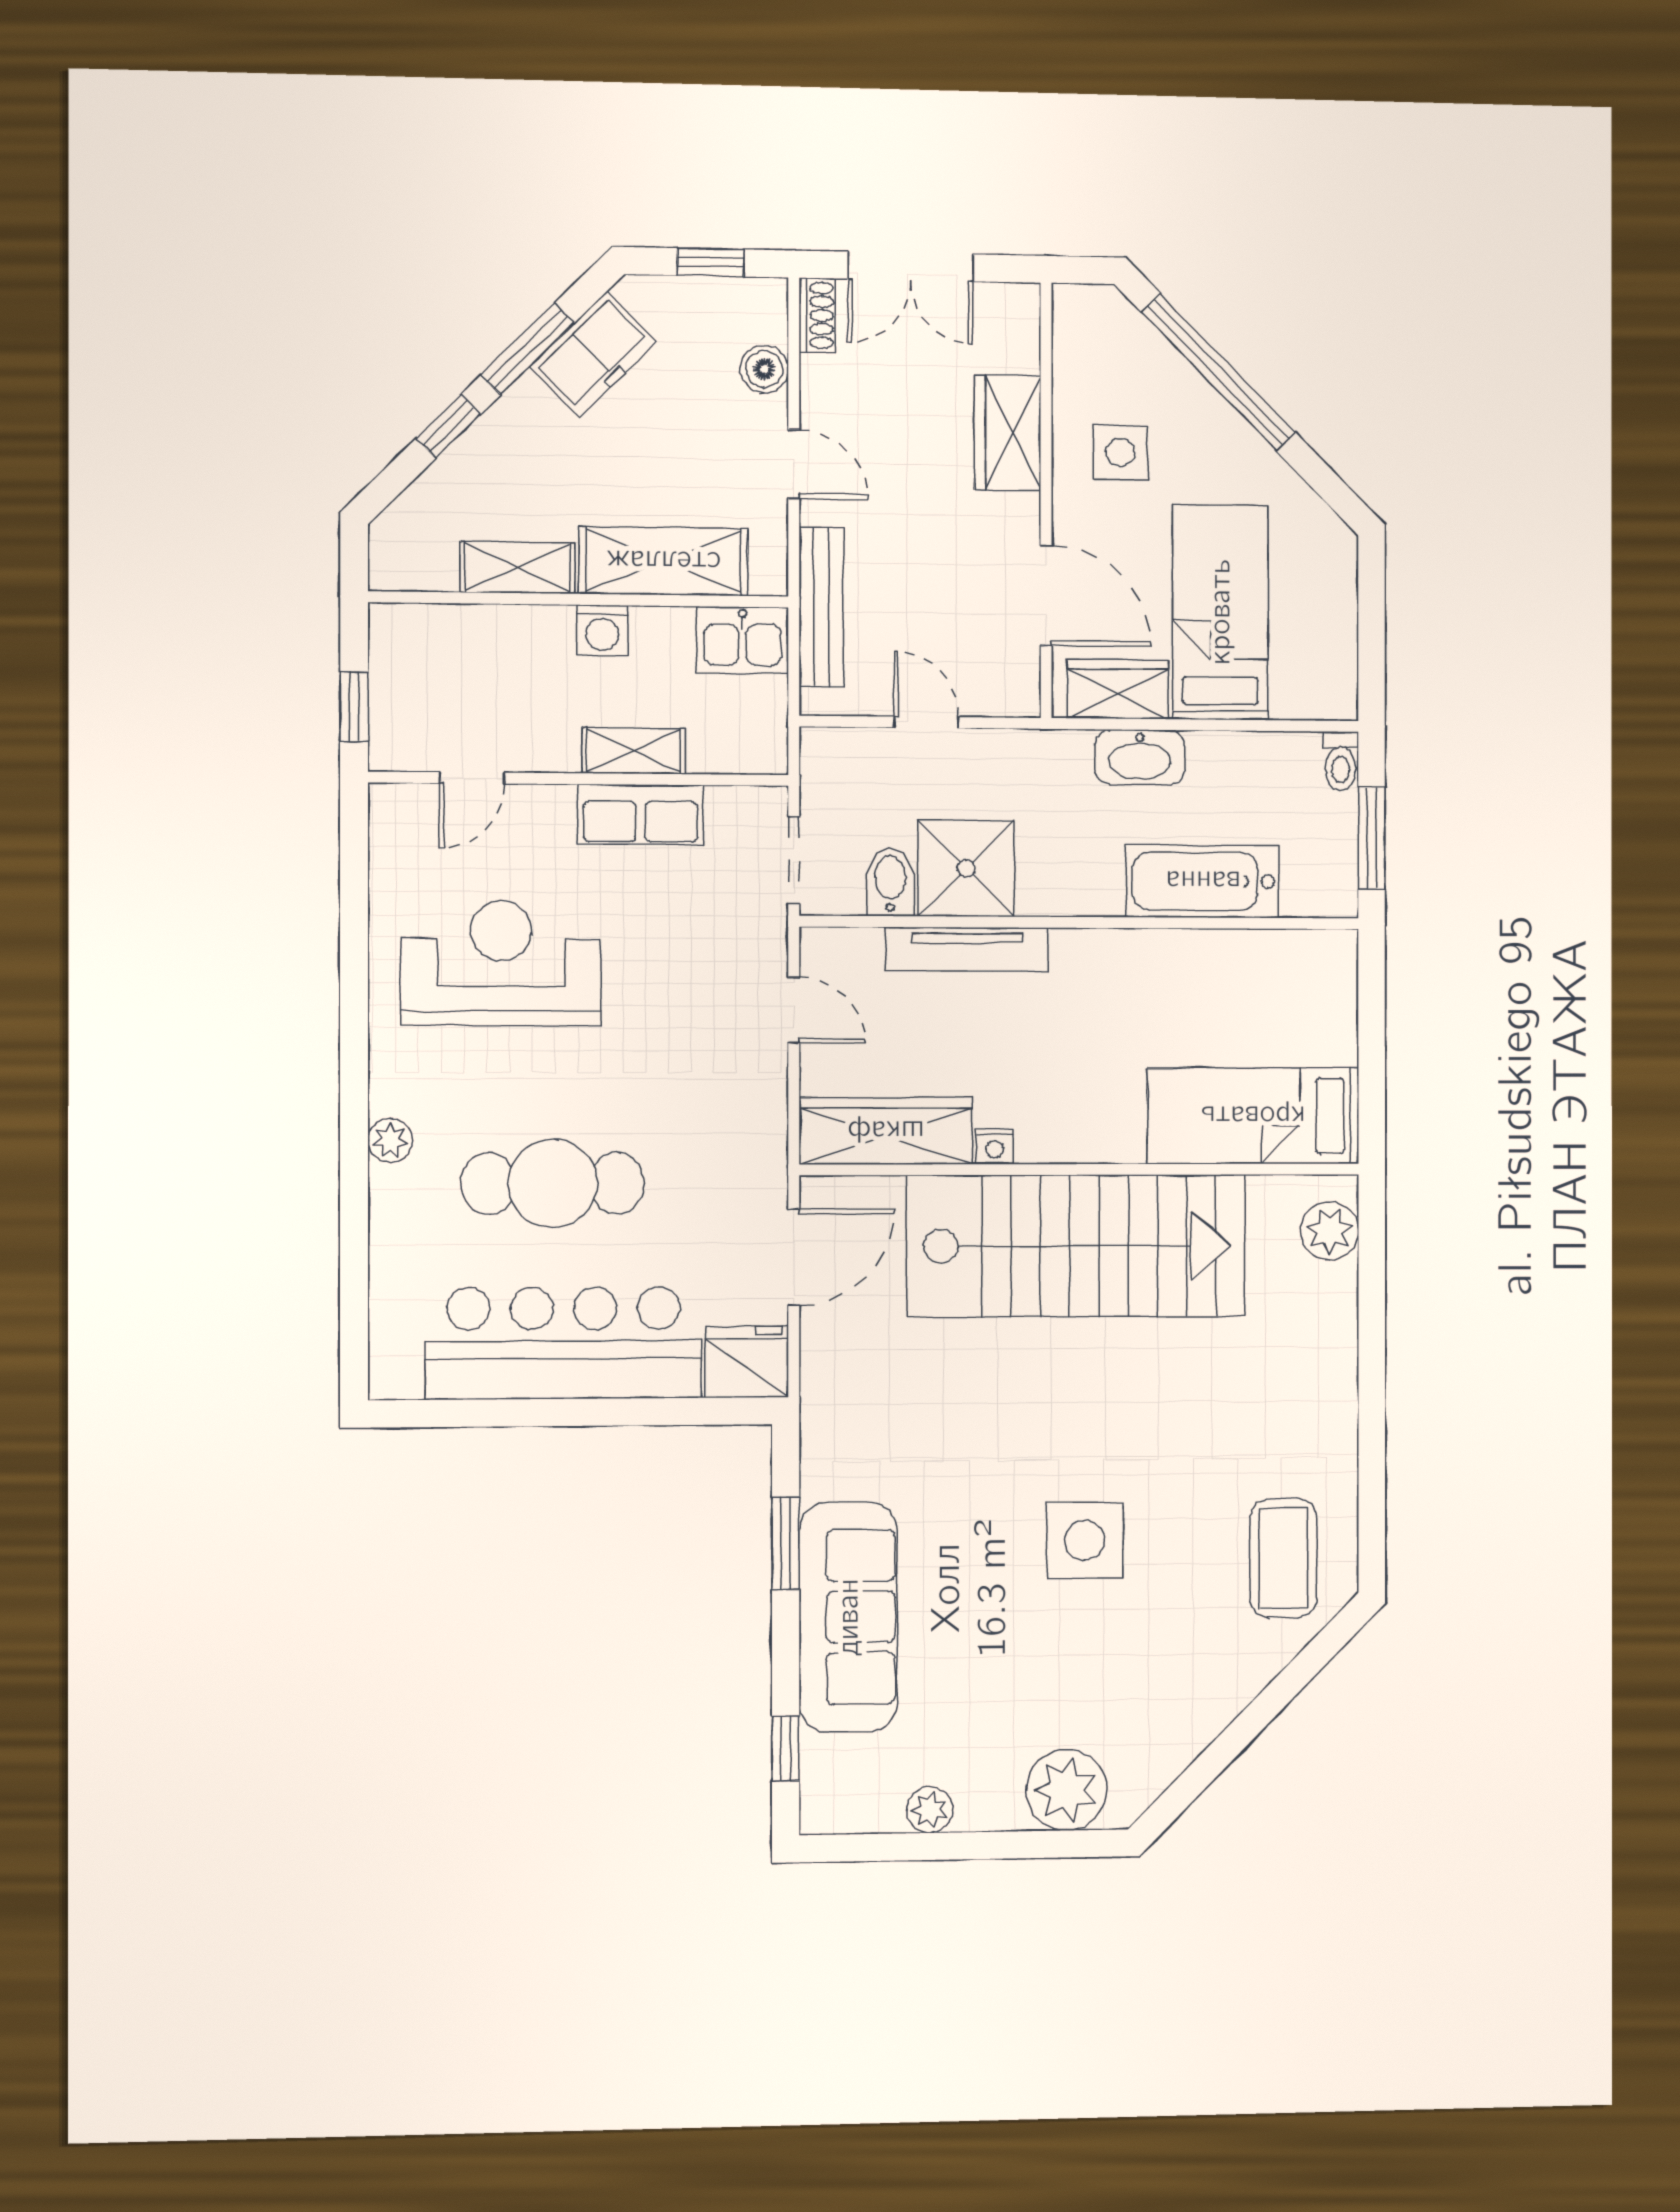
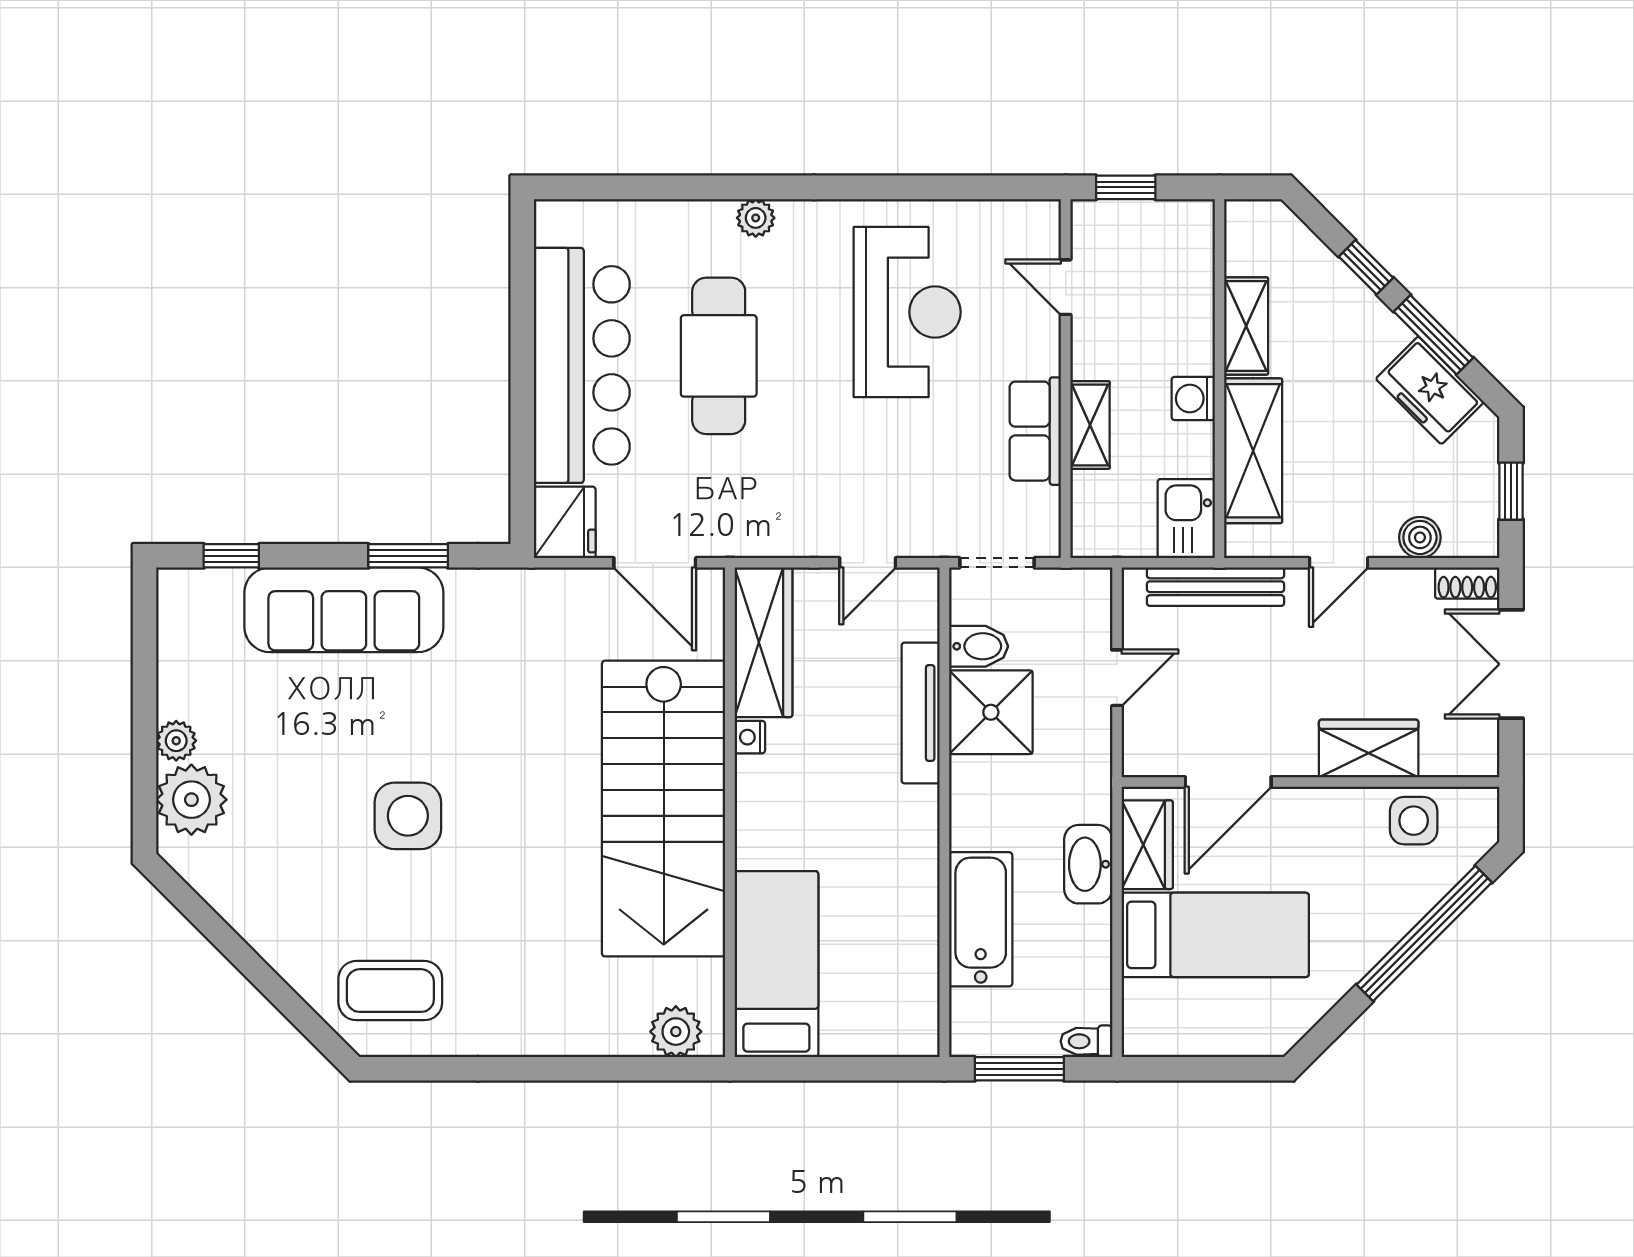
side table: (1120, 452) -> (1414, 821), moved
plant: (930, 1810) -> (176, 741), moved

